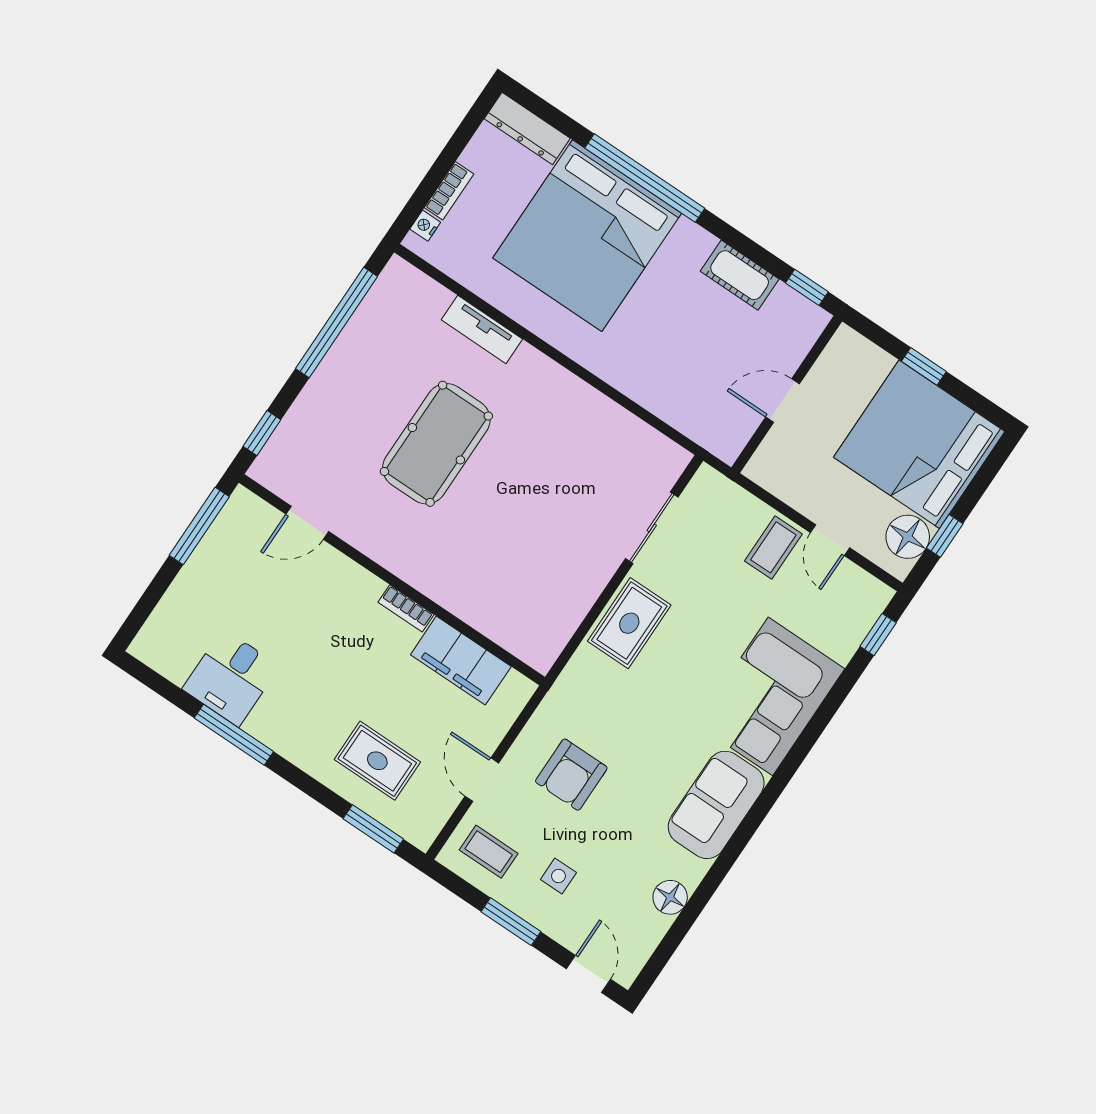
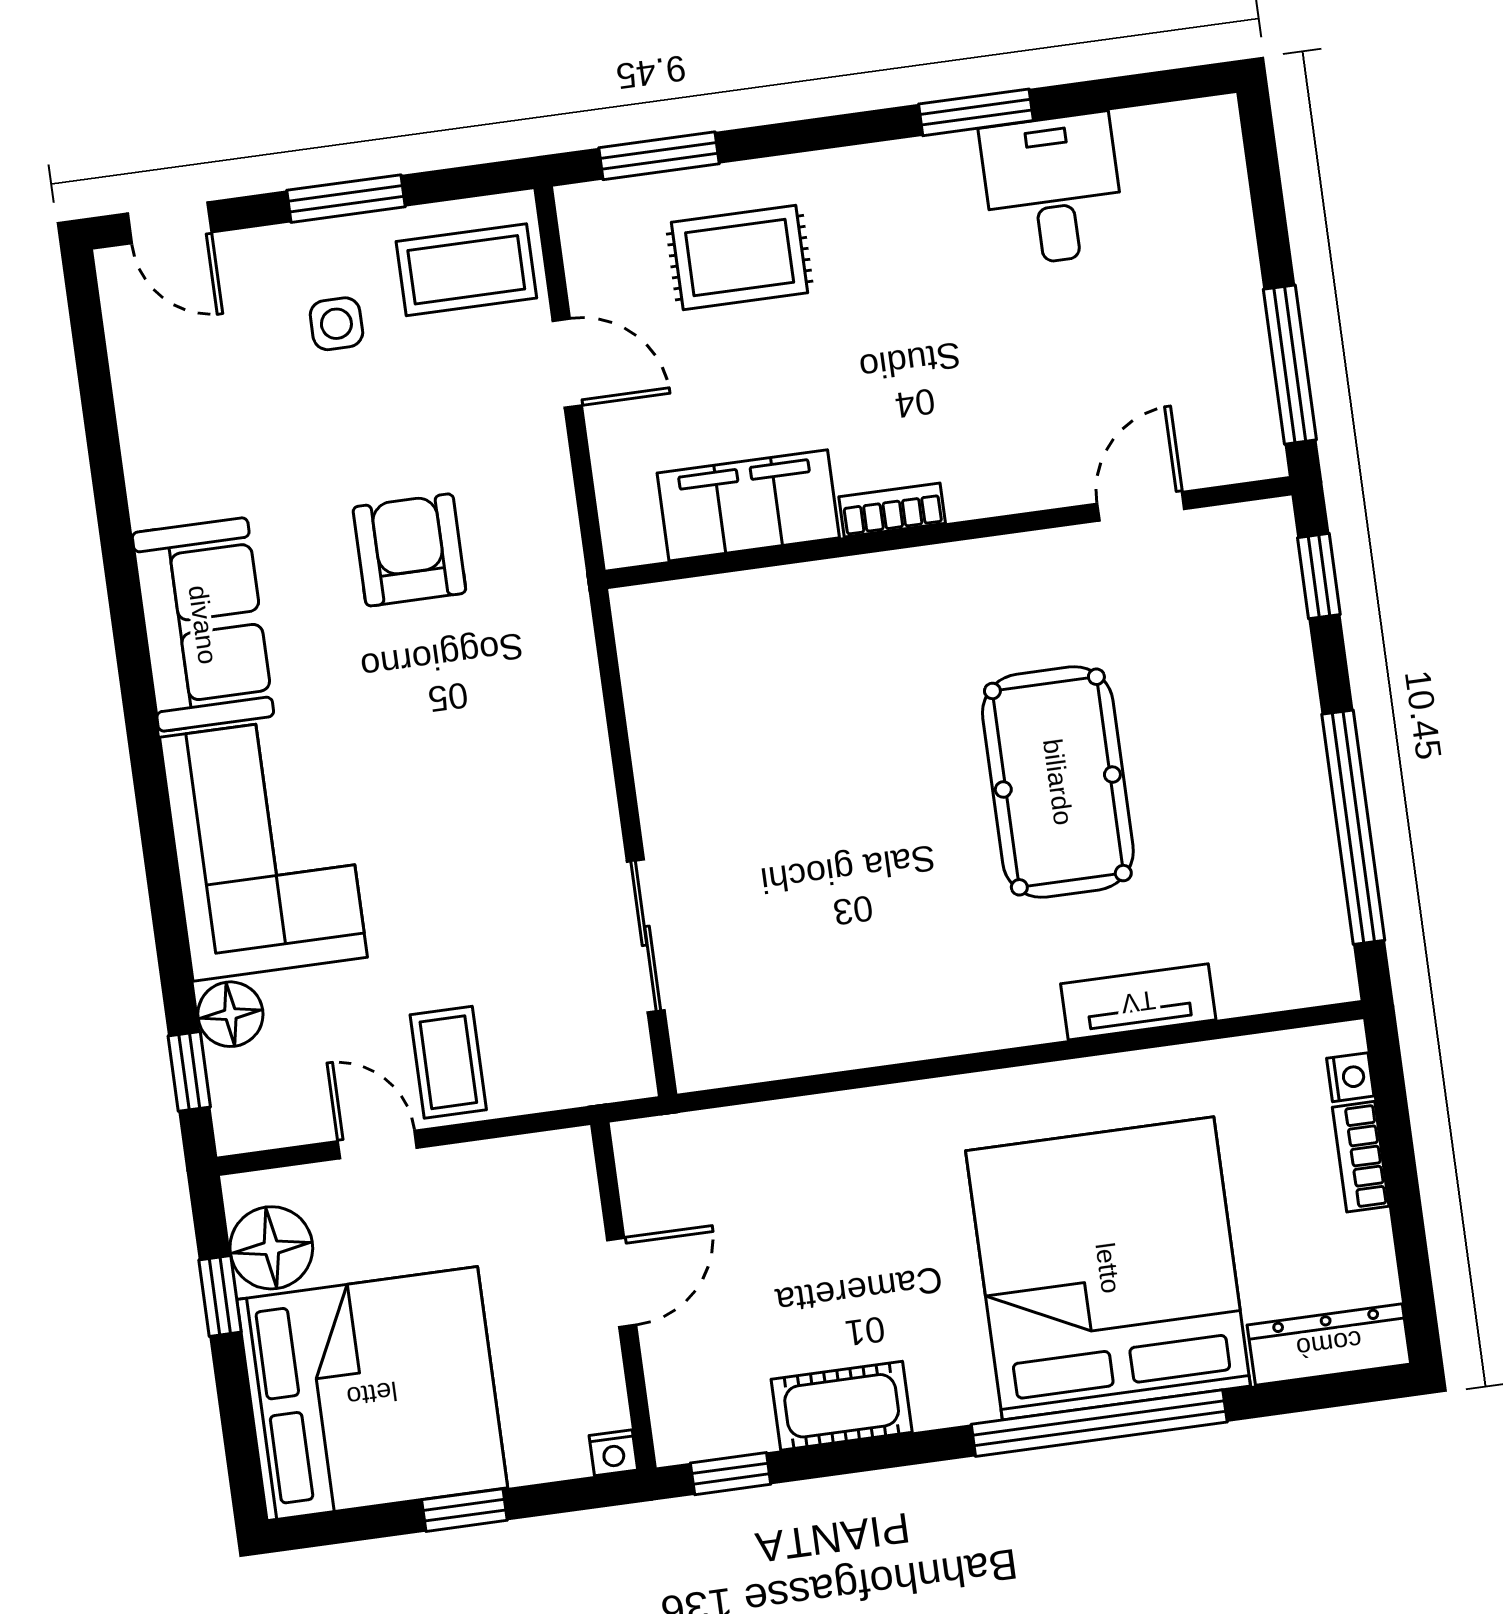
nightstand: (845, 337) -> (613, 1453), added
rug: (629, 623) -> (557, 772), removed
window: (234, 735) -> (976, 112), width x0.69
armchair: (571, 775) -> (409, 550), moved
coffee table: (489, 852) -> (466, 270), width x1.36, depth x1.30
floor lamp: (670, 897) -> (230, 1014), moved

